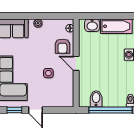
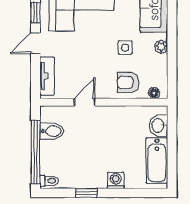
door: (76, 63) -> (85, 102), moved
side table: (48, 73) -> (125, 48), moved
tv unit: (58, 102) -> (47, 76), added

